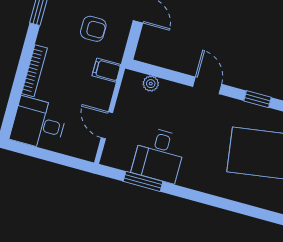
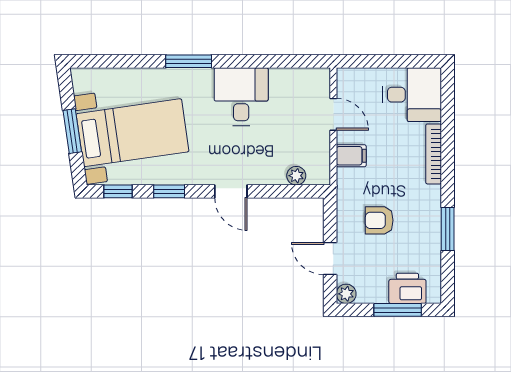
filing cabinet: (106, 70) -> (351, 156), moved
desk: (159, 155) -> (241, 97), moved
window: (143, 181) -> (189, 61), moved

